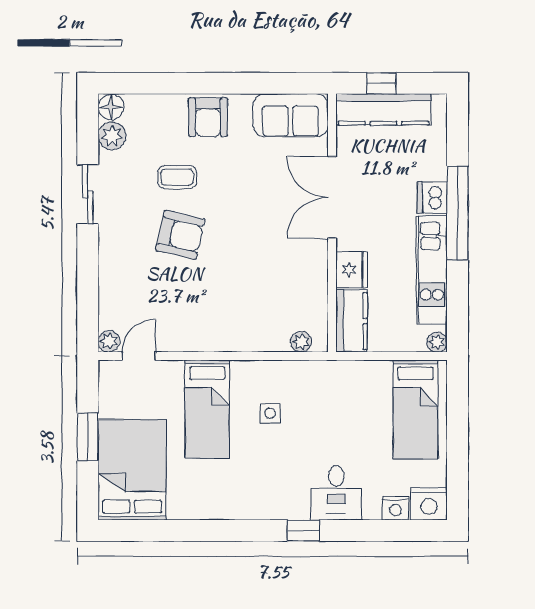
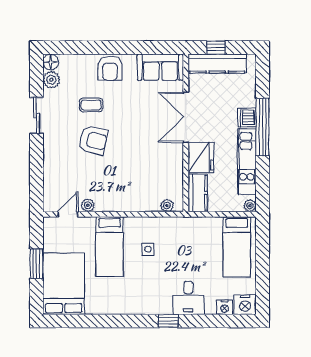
fridge: (352, 270) -> (201, 158), width x1.36, depth x1.34
plant: (109, 341) -> (88, 205), moved

